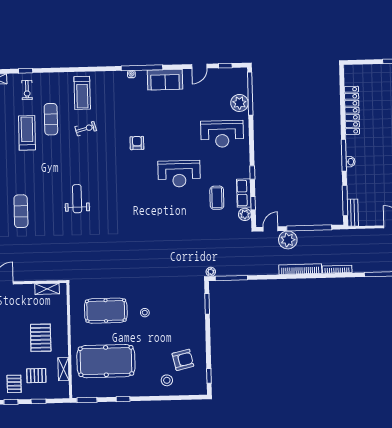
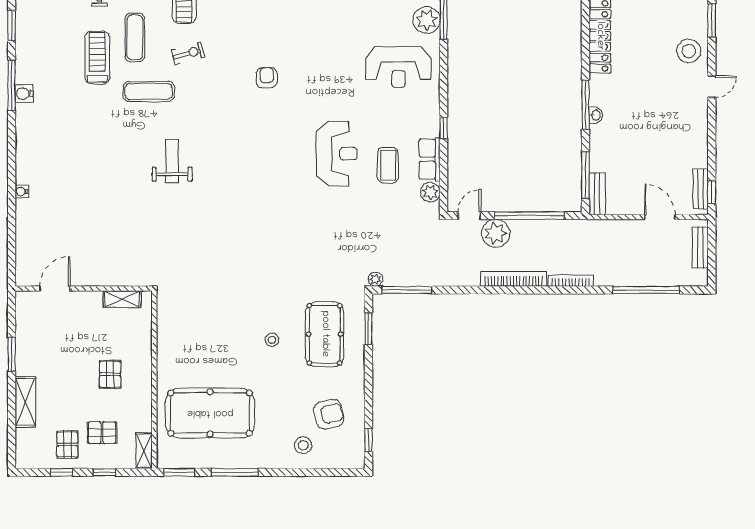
reception desk: (179, 174) -> (337, 154), moved, turned -90
window: (253, 203) -> (444, 175), removed
exercise mat: (21, 211) -> (149, 91), moved, turned 90
pool table: (106, 311) -> (325, 334), moved, turned 90
pallet: (41, 338) -> (110, 374), width x0.67, depth x0.71
shelving: (63, 369) -> (144, 451), moved
window: (123, 399) -> (235, 472), width x2.17

